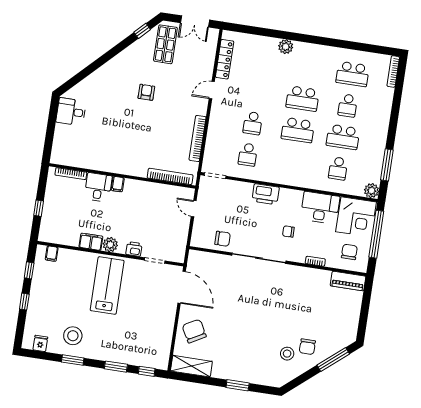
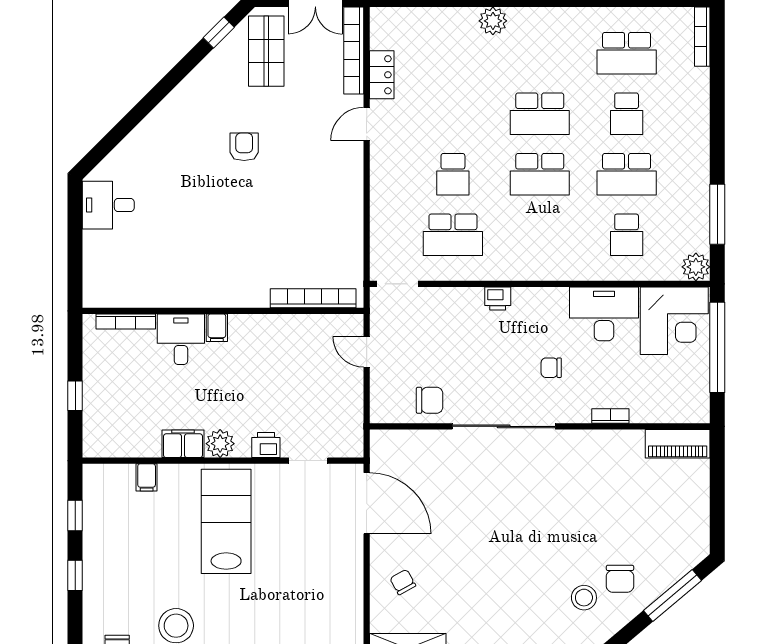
locker: (225, 59) -> (382, 75), width x0.66
bookcase: (198, 139) -> (354, 51), moved
school desk: (248, 155) -> (453, 235), width x1.85
printer: (266, 194) -> (498, 299), width x0.53, depth x0.68
chair: (349, 252) -> (672, 388), removed
filing cabinet: (52, 254) -> (147, 477), moved
chair: (194, 331) -> (403, 582), width x0.54, depth x0.54

